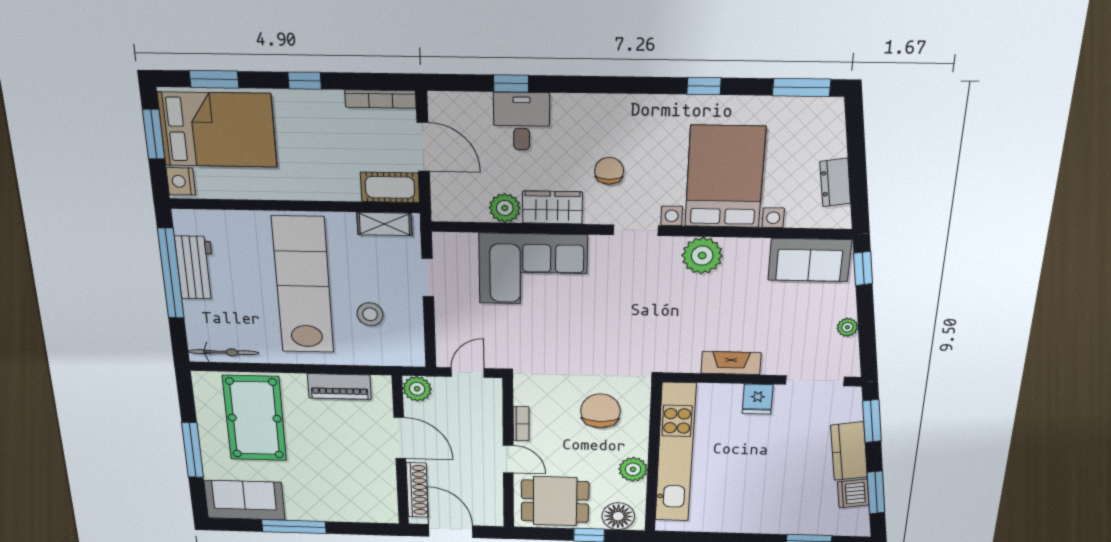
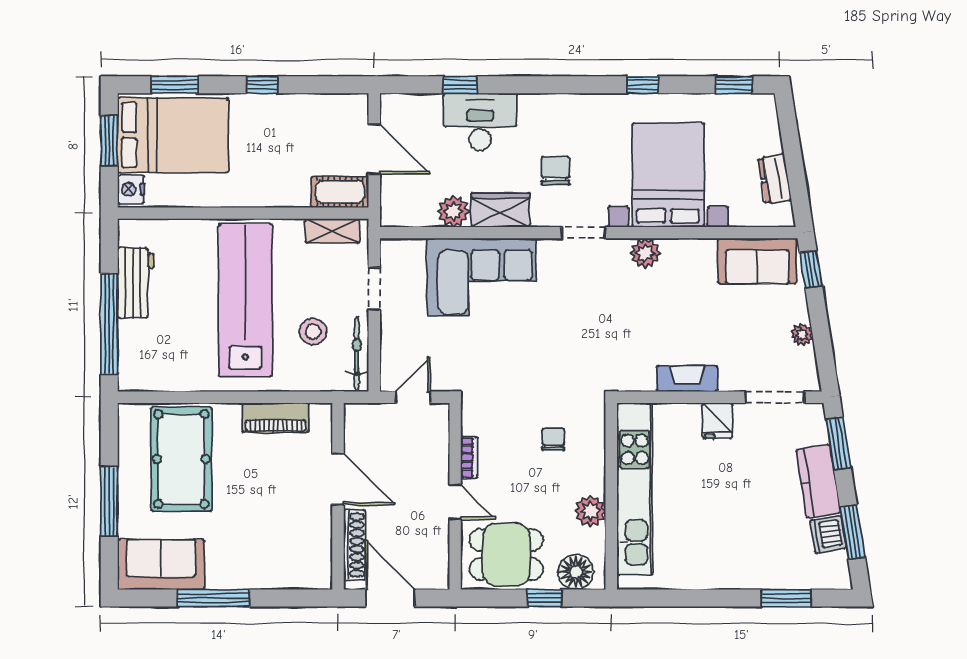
window: (802, 87) -> (734, 85), width x0.67
bookcase: (380, 99) -> (335, 102), removed
desk: (522, 121) -> (480, 122), width x1.37
plant: (702, 256) -> (645, 253), width x0.73, depth x0.73
window: (171, 274) -> (109, 324), moved
bicycle: (223, 352) -> (357, 354), moved, turned -90
plant: (417, 389) -> (359, 418), removed
chair: (600, 411) -> (553, 439), width x0.54, depth x0.54

